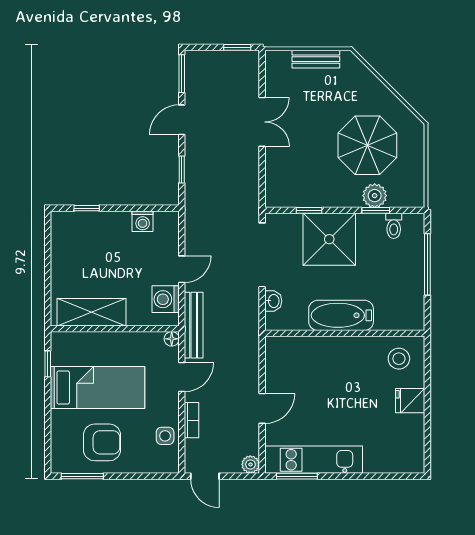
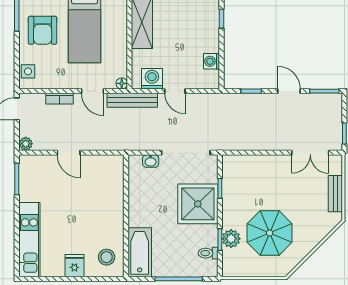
double door: (262, 122) -> (310, 153), moved
bathtub: (341, 315) -> (140, 252), moved
side table: (165, 436) -> (28, 71), moved
kitchen unit: (314, 460) -> (29, 240), moved

